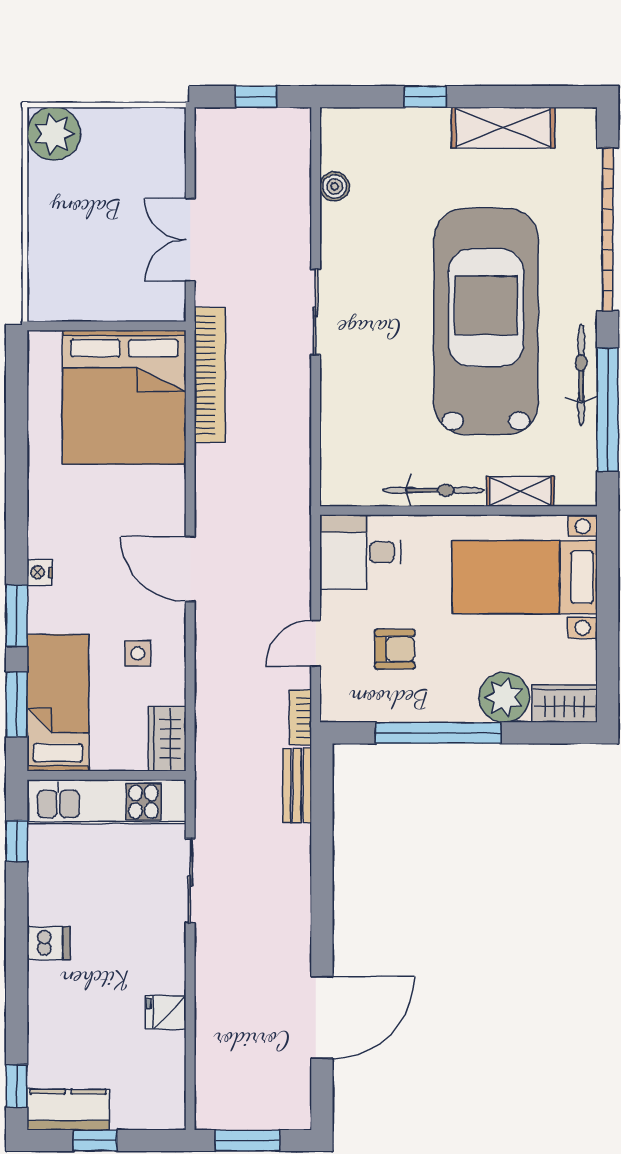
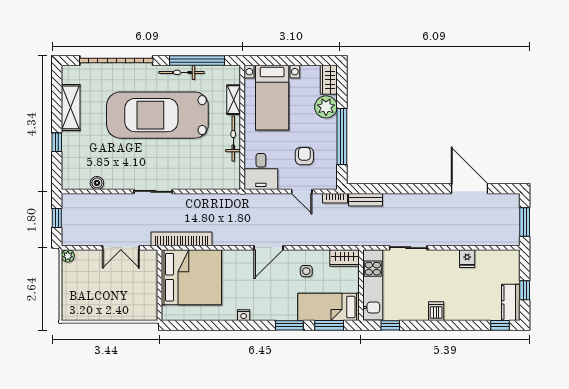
plant: (54, 134) -> (68, 256), moved, width x0.53, depth x0.53
nightstand: (40, 572) -> (244, 315), moved

